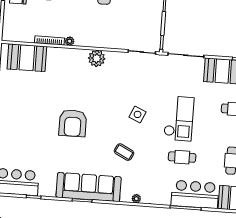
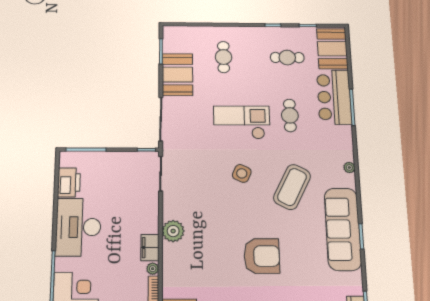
filing cabinet: (85, 40) -> (150, 248), added
coffee table: (124, 152) -> (292, 187), width x1.86, depth x1.72

